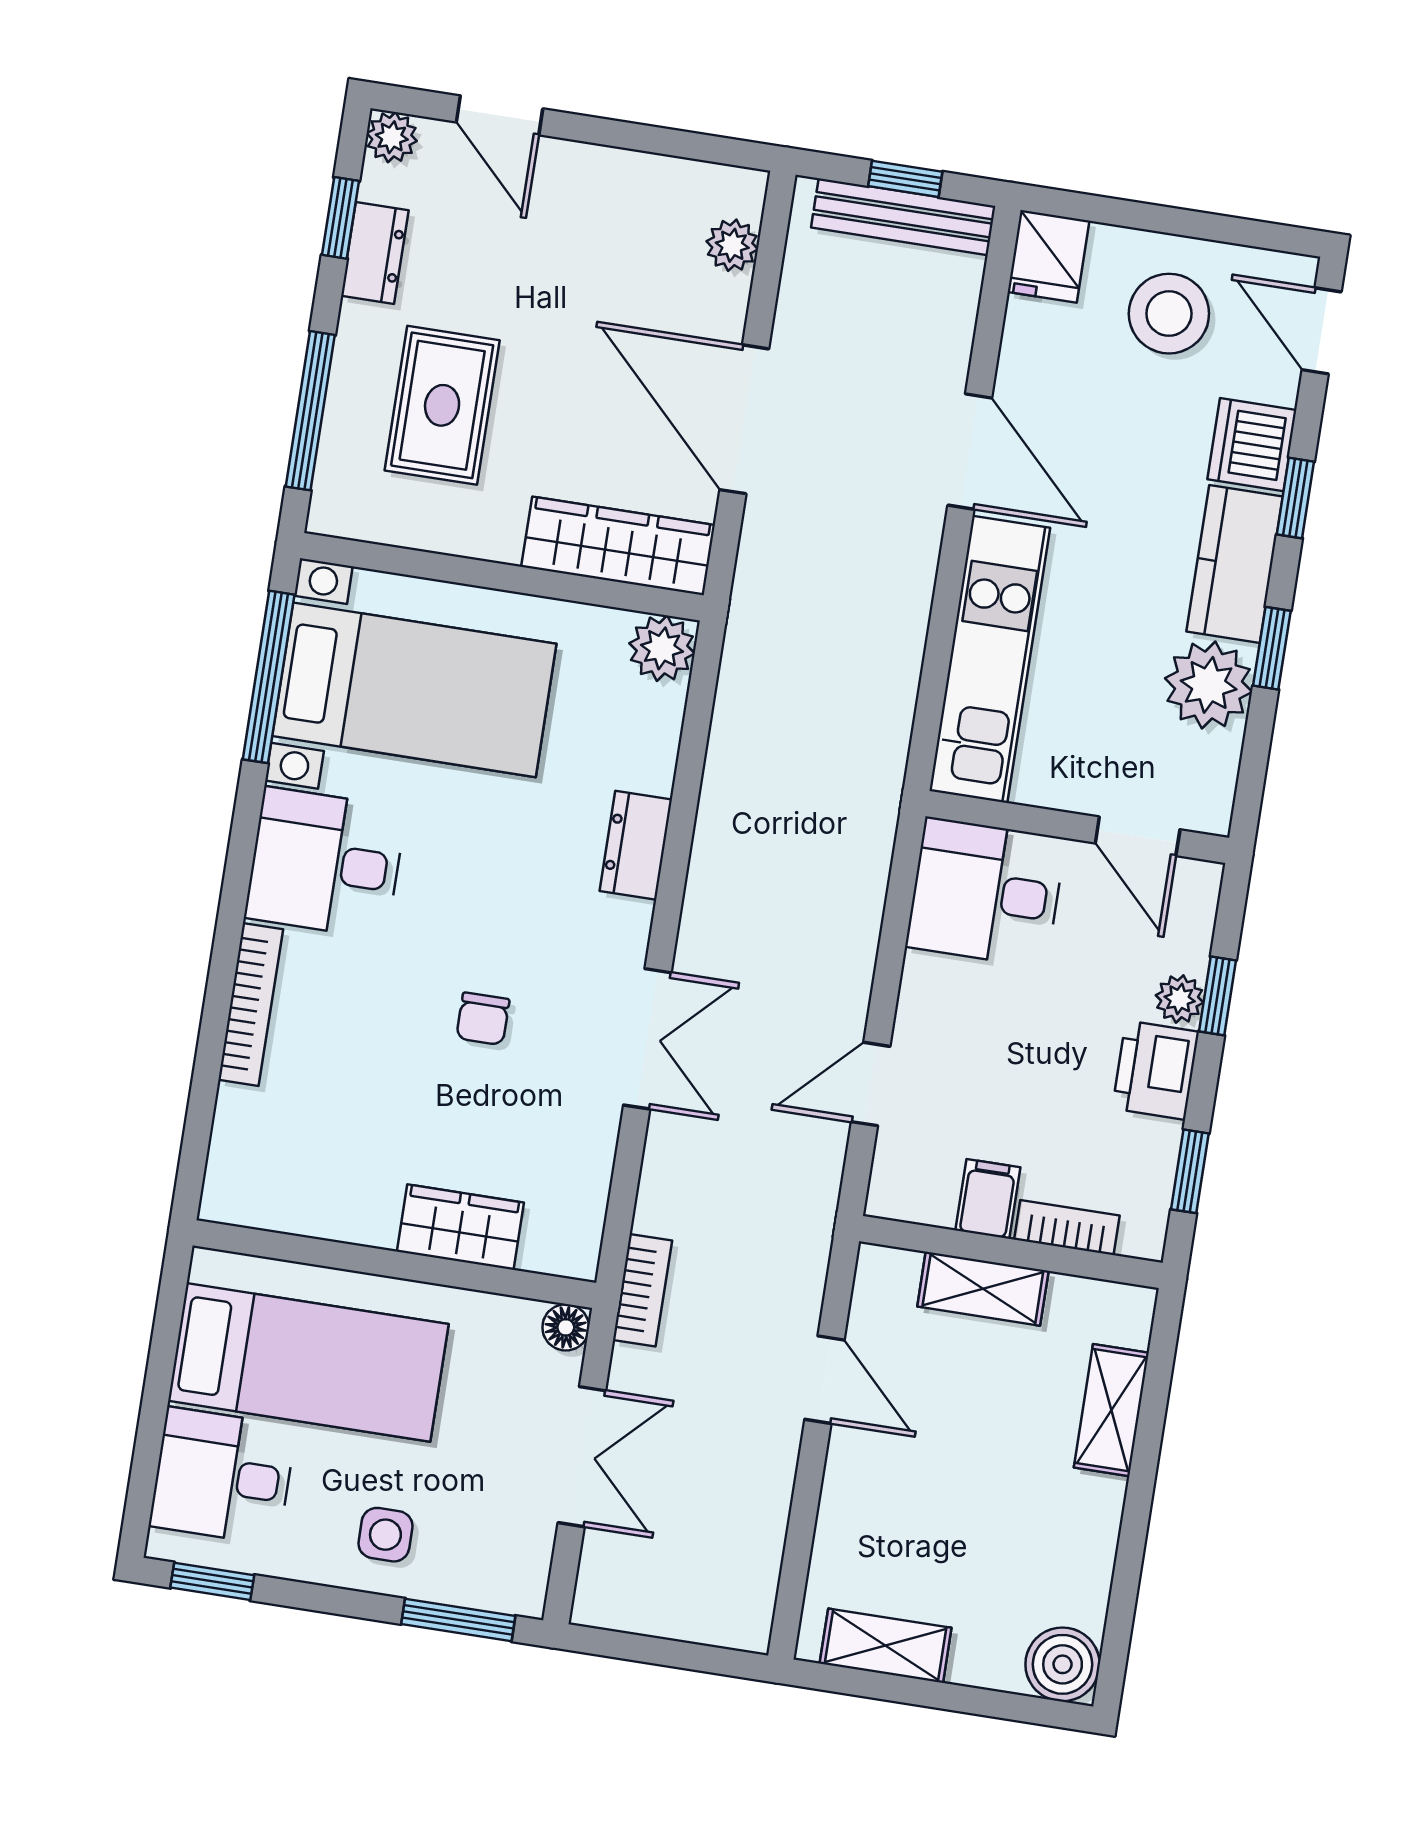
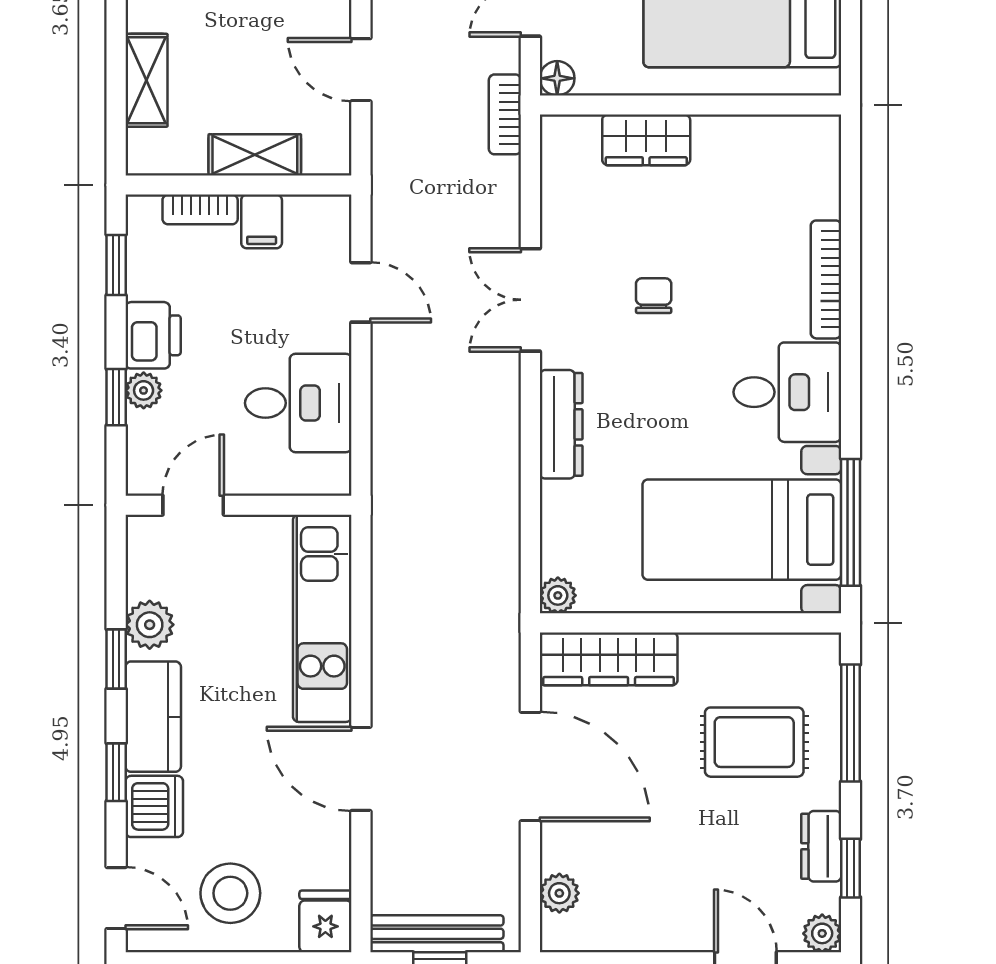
rug: (442, 405) -> (754, 742), turned 90
plant: (662, 648) -> (558, 595), width x0.73, depth x0.73
plant: (1209, 685) -> (150, 625), width x0.73, depth x0.73
door: (1138, 836) -> (193, 505), hinge flipped
dresser: (636, 845) -> (561, 424), width x1.44
desk: (986, 892) -> (298, 403), moved
door: (871, 1084) -> (361, 292), hinge flipped

